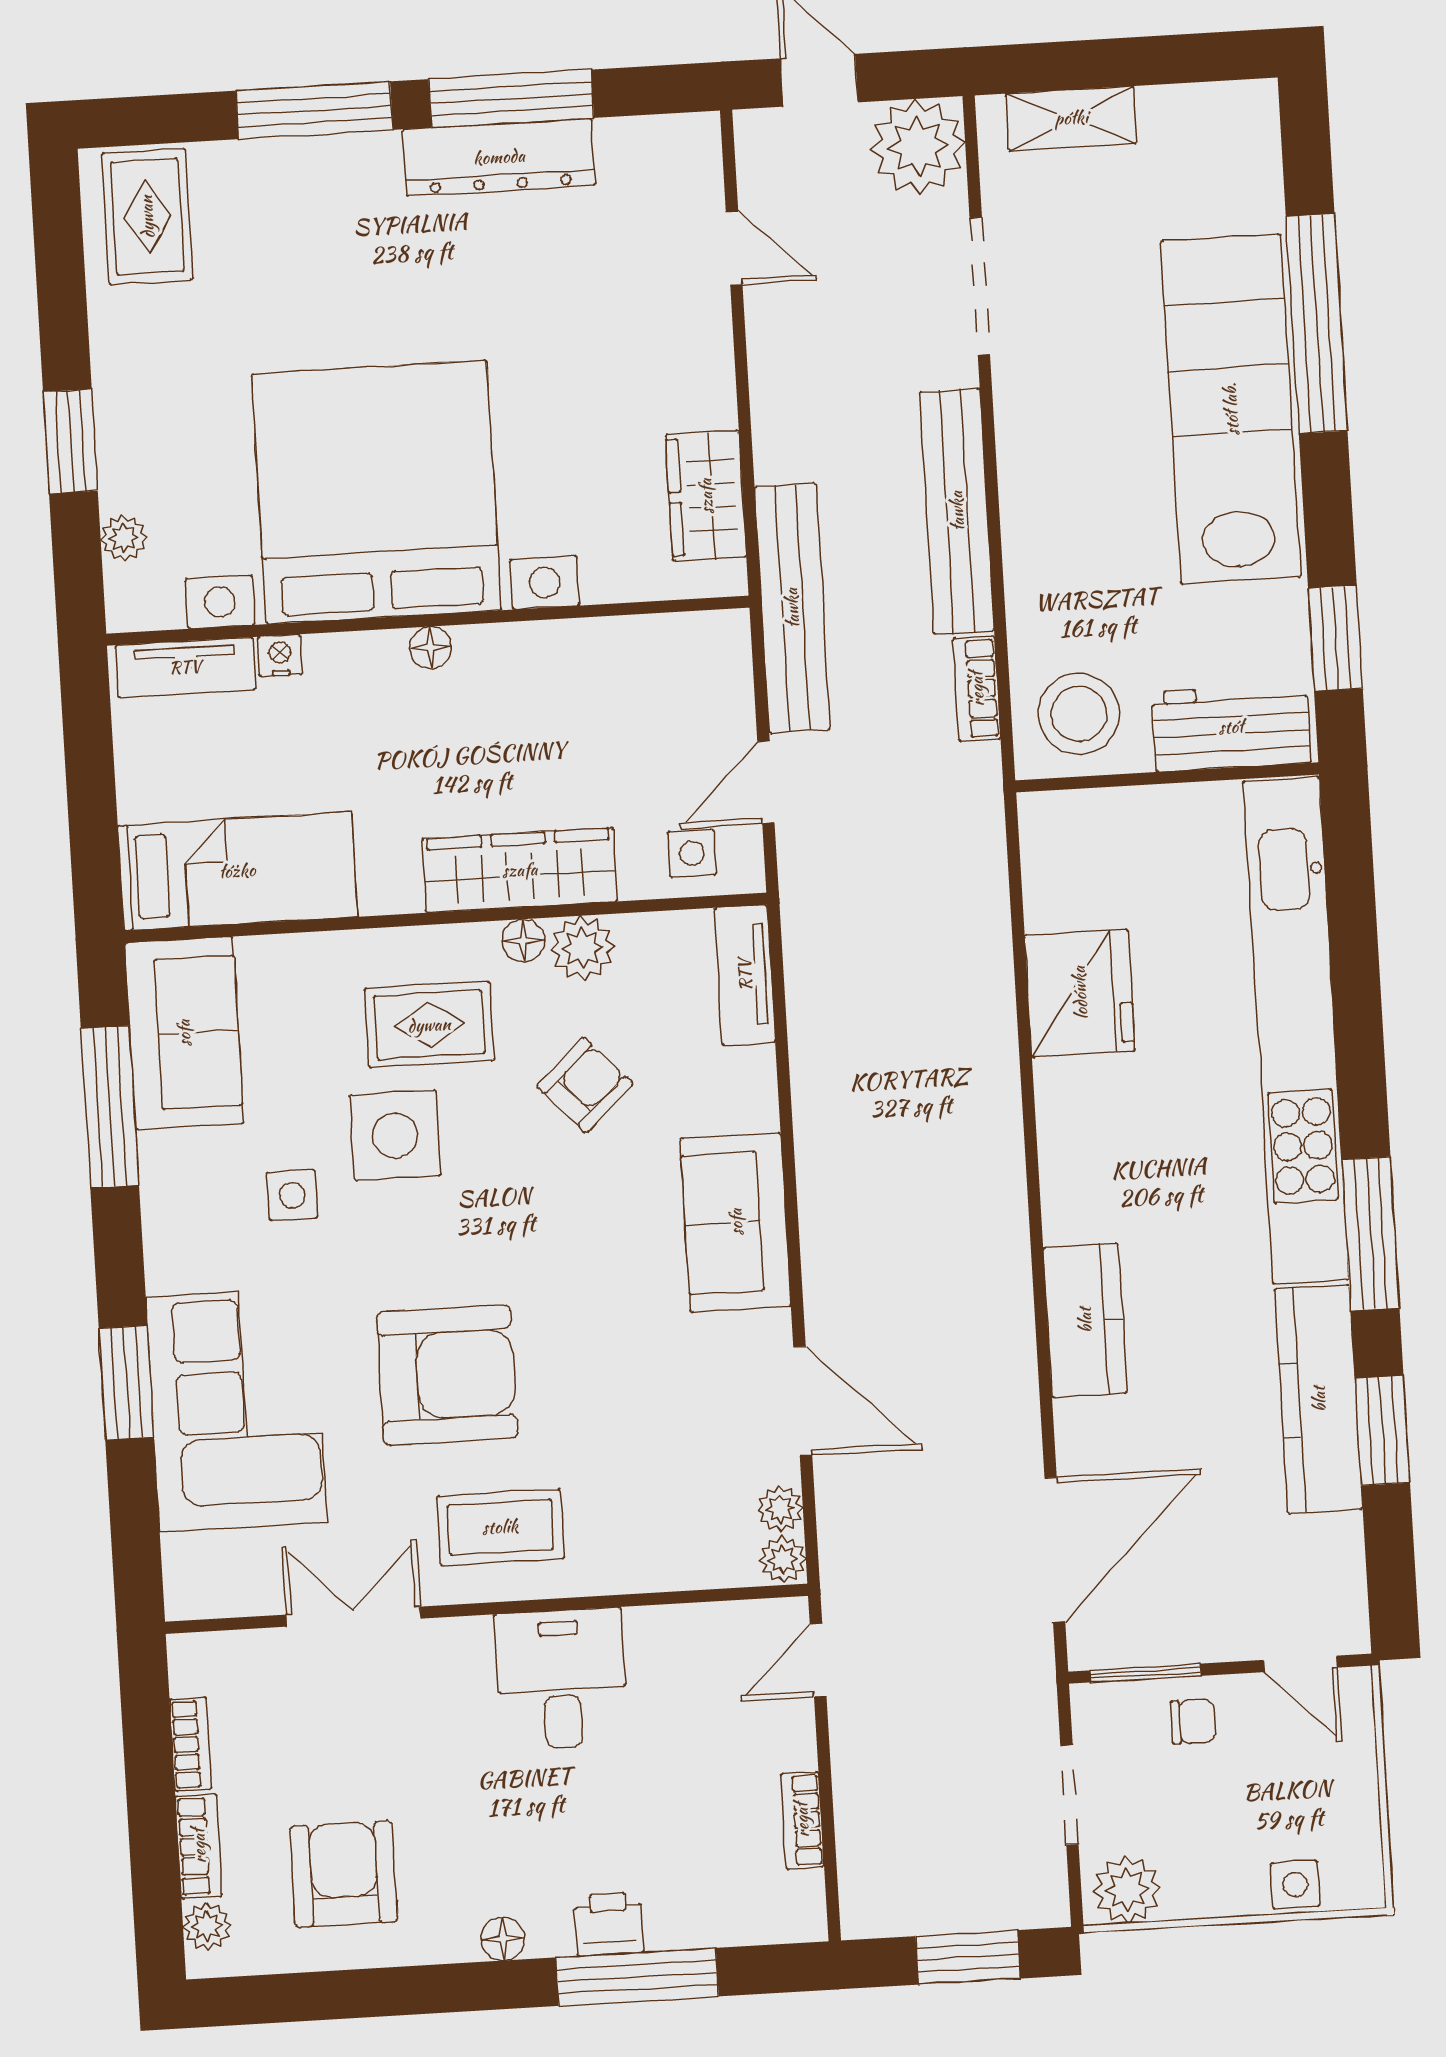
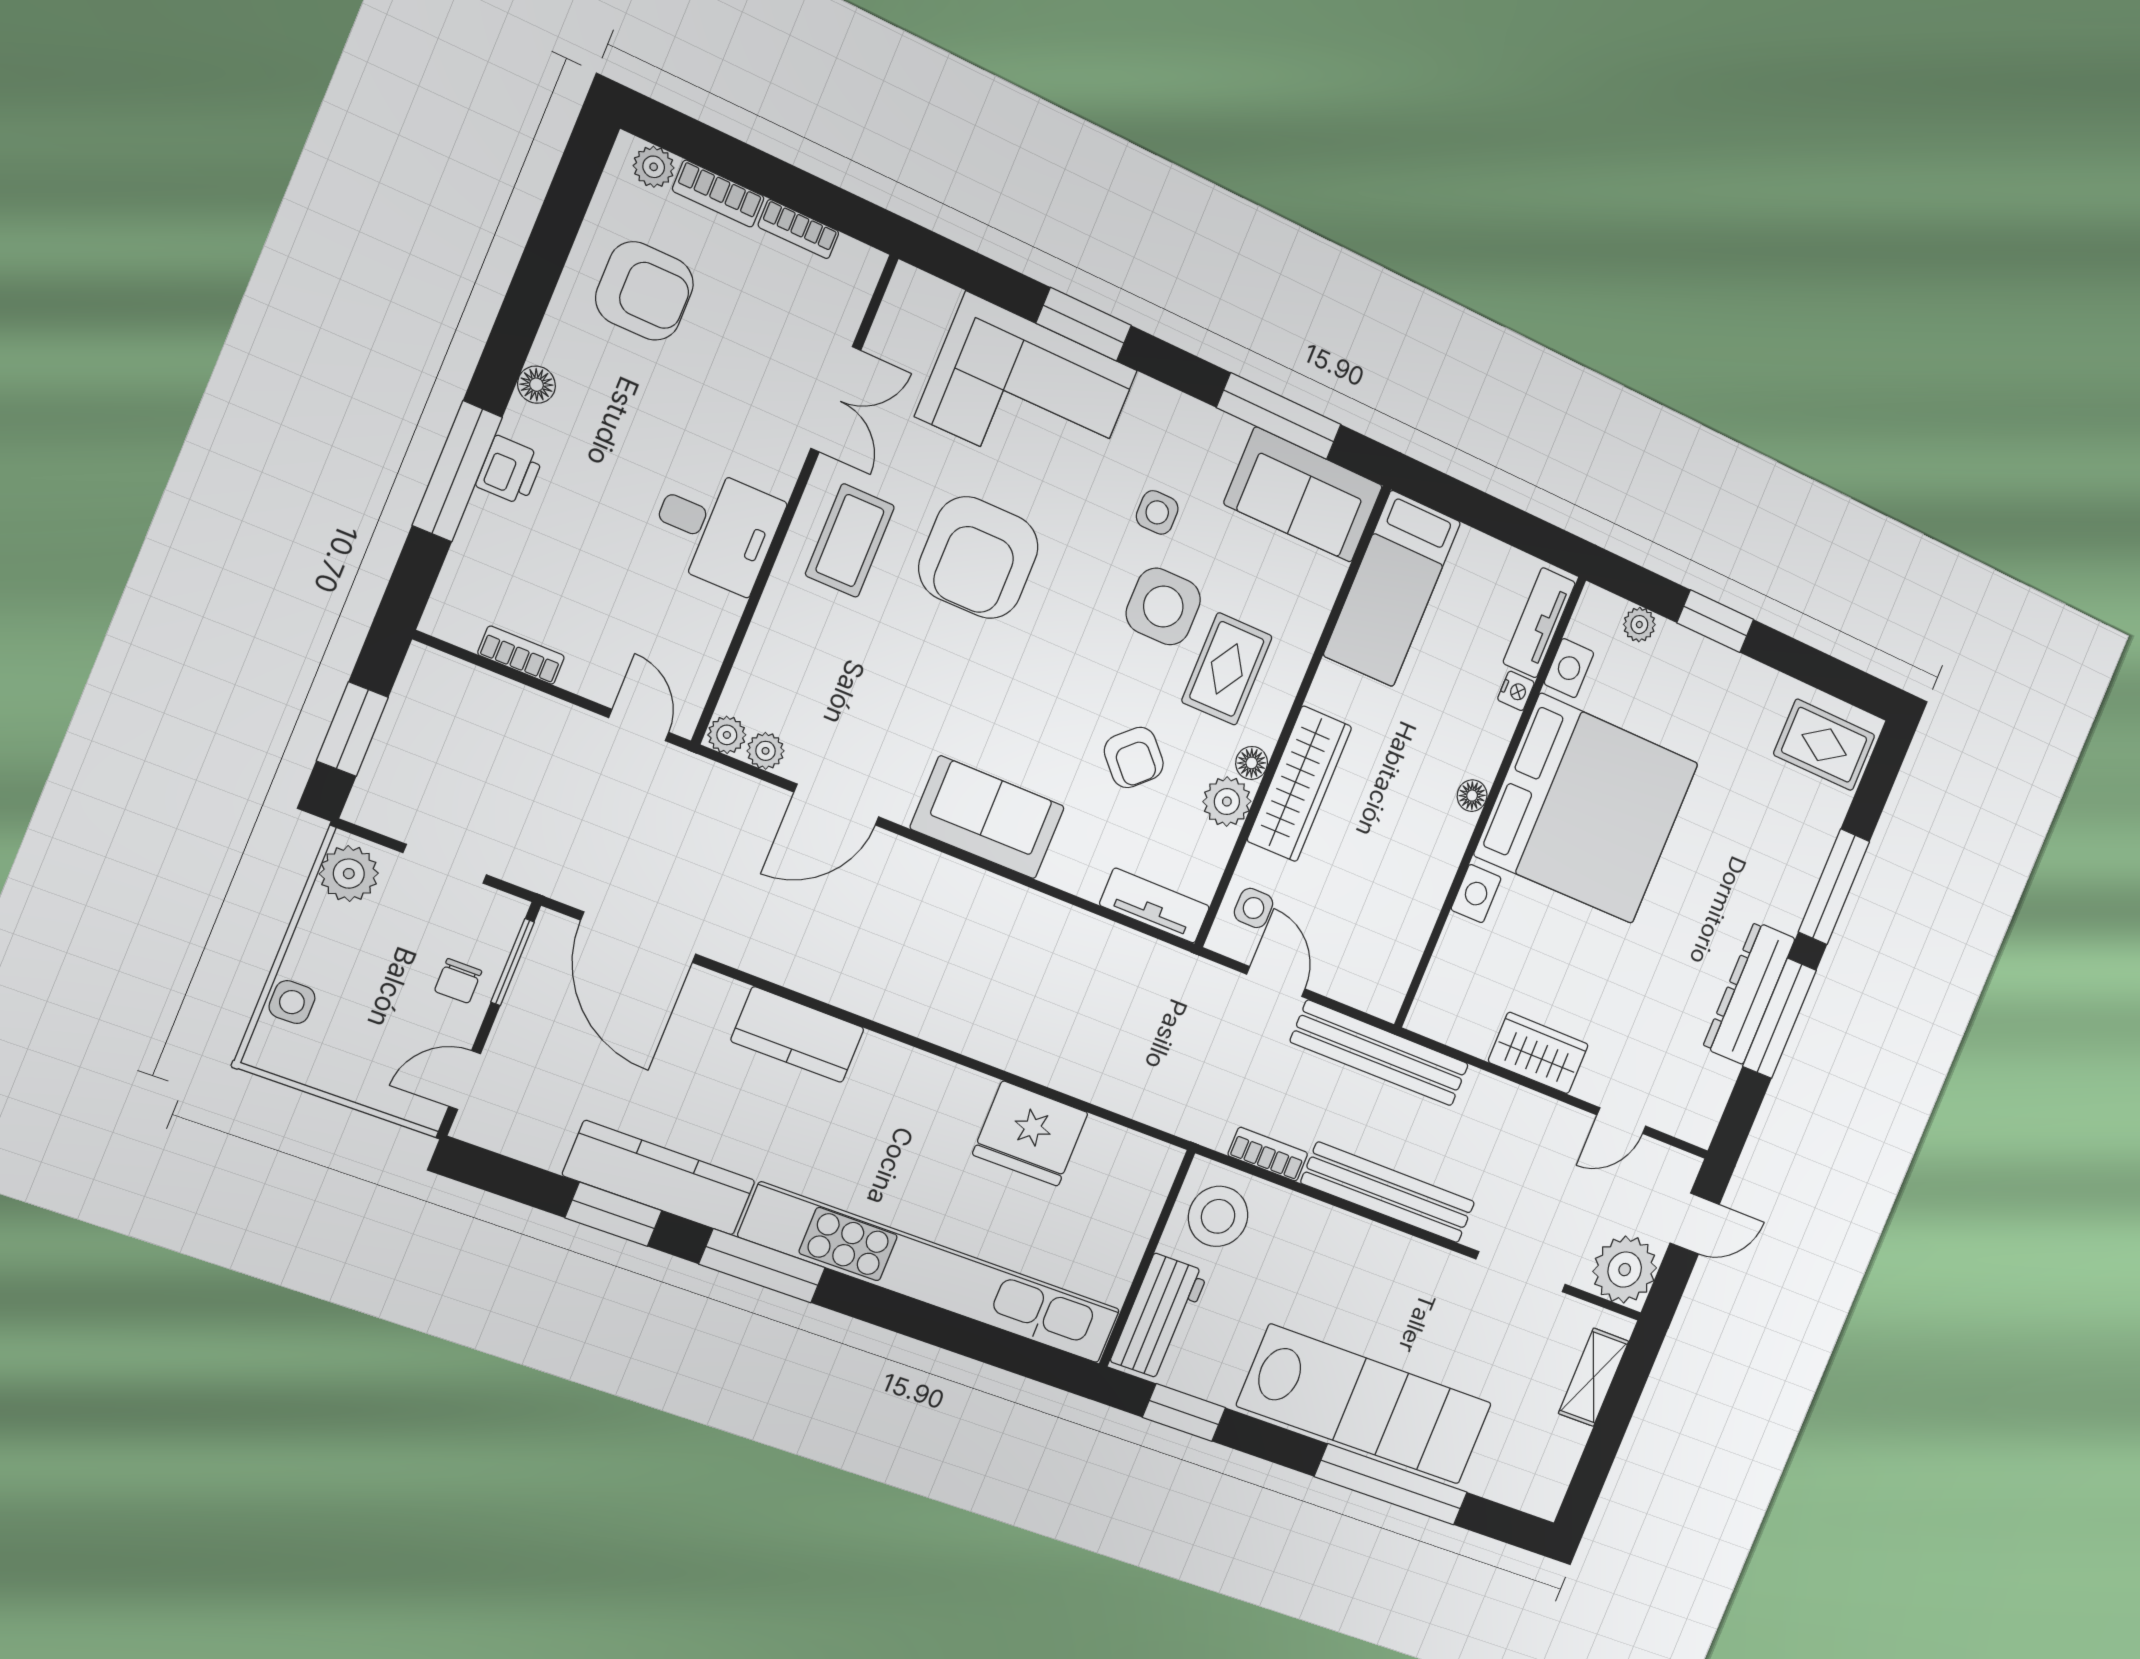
wardrobe: (706, 496) -> (1538, 1053), moved

